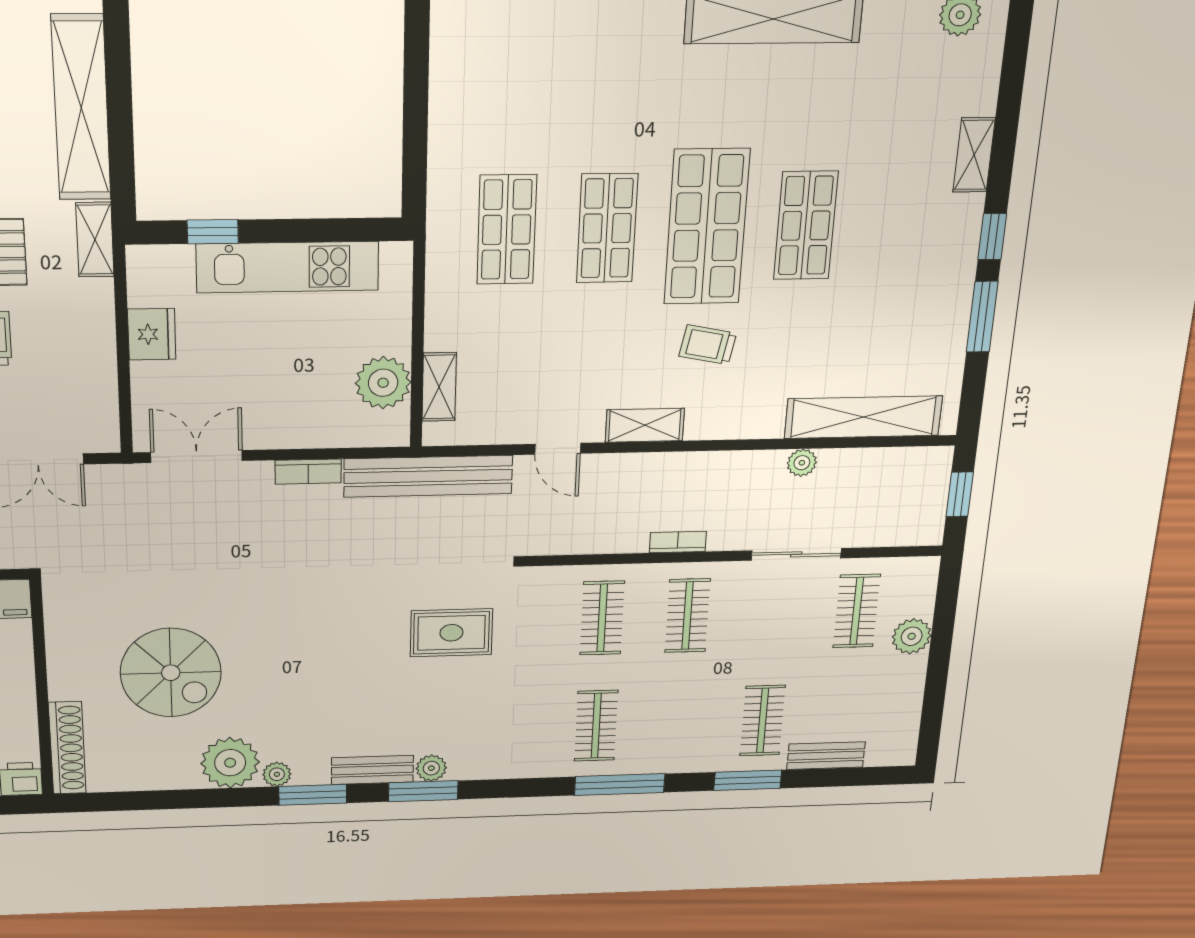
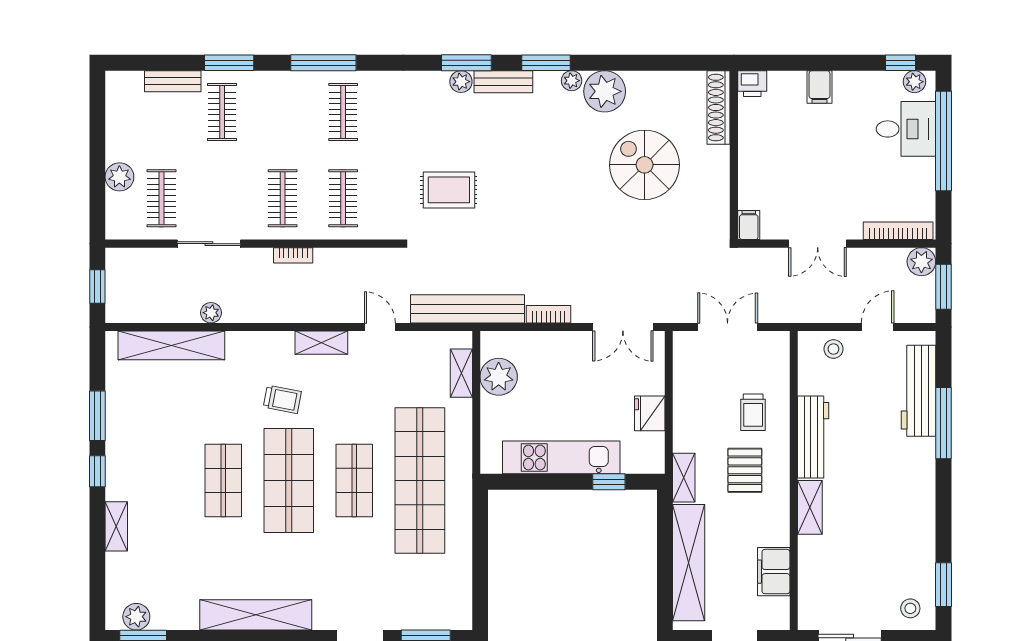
shop shelf: (507, 230) -> (420, 481), width x2.00, depth x1.36

